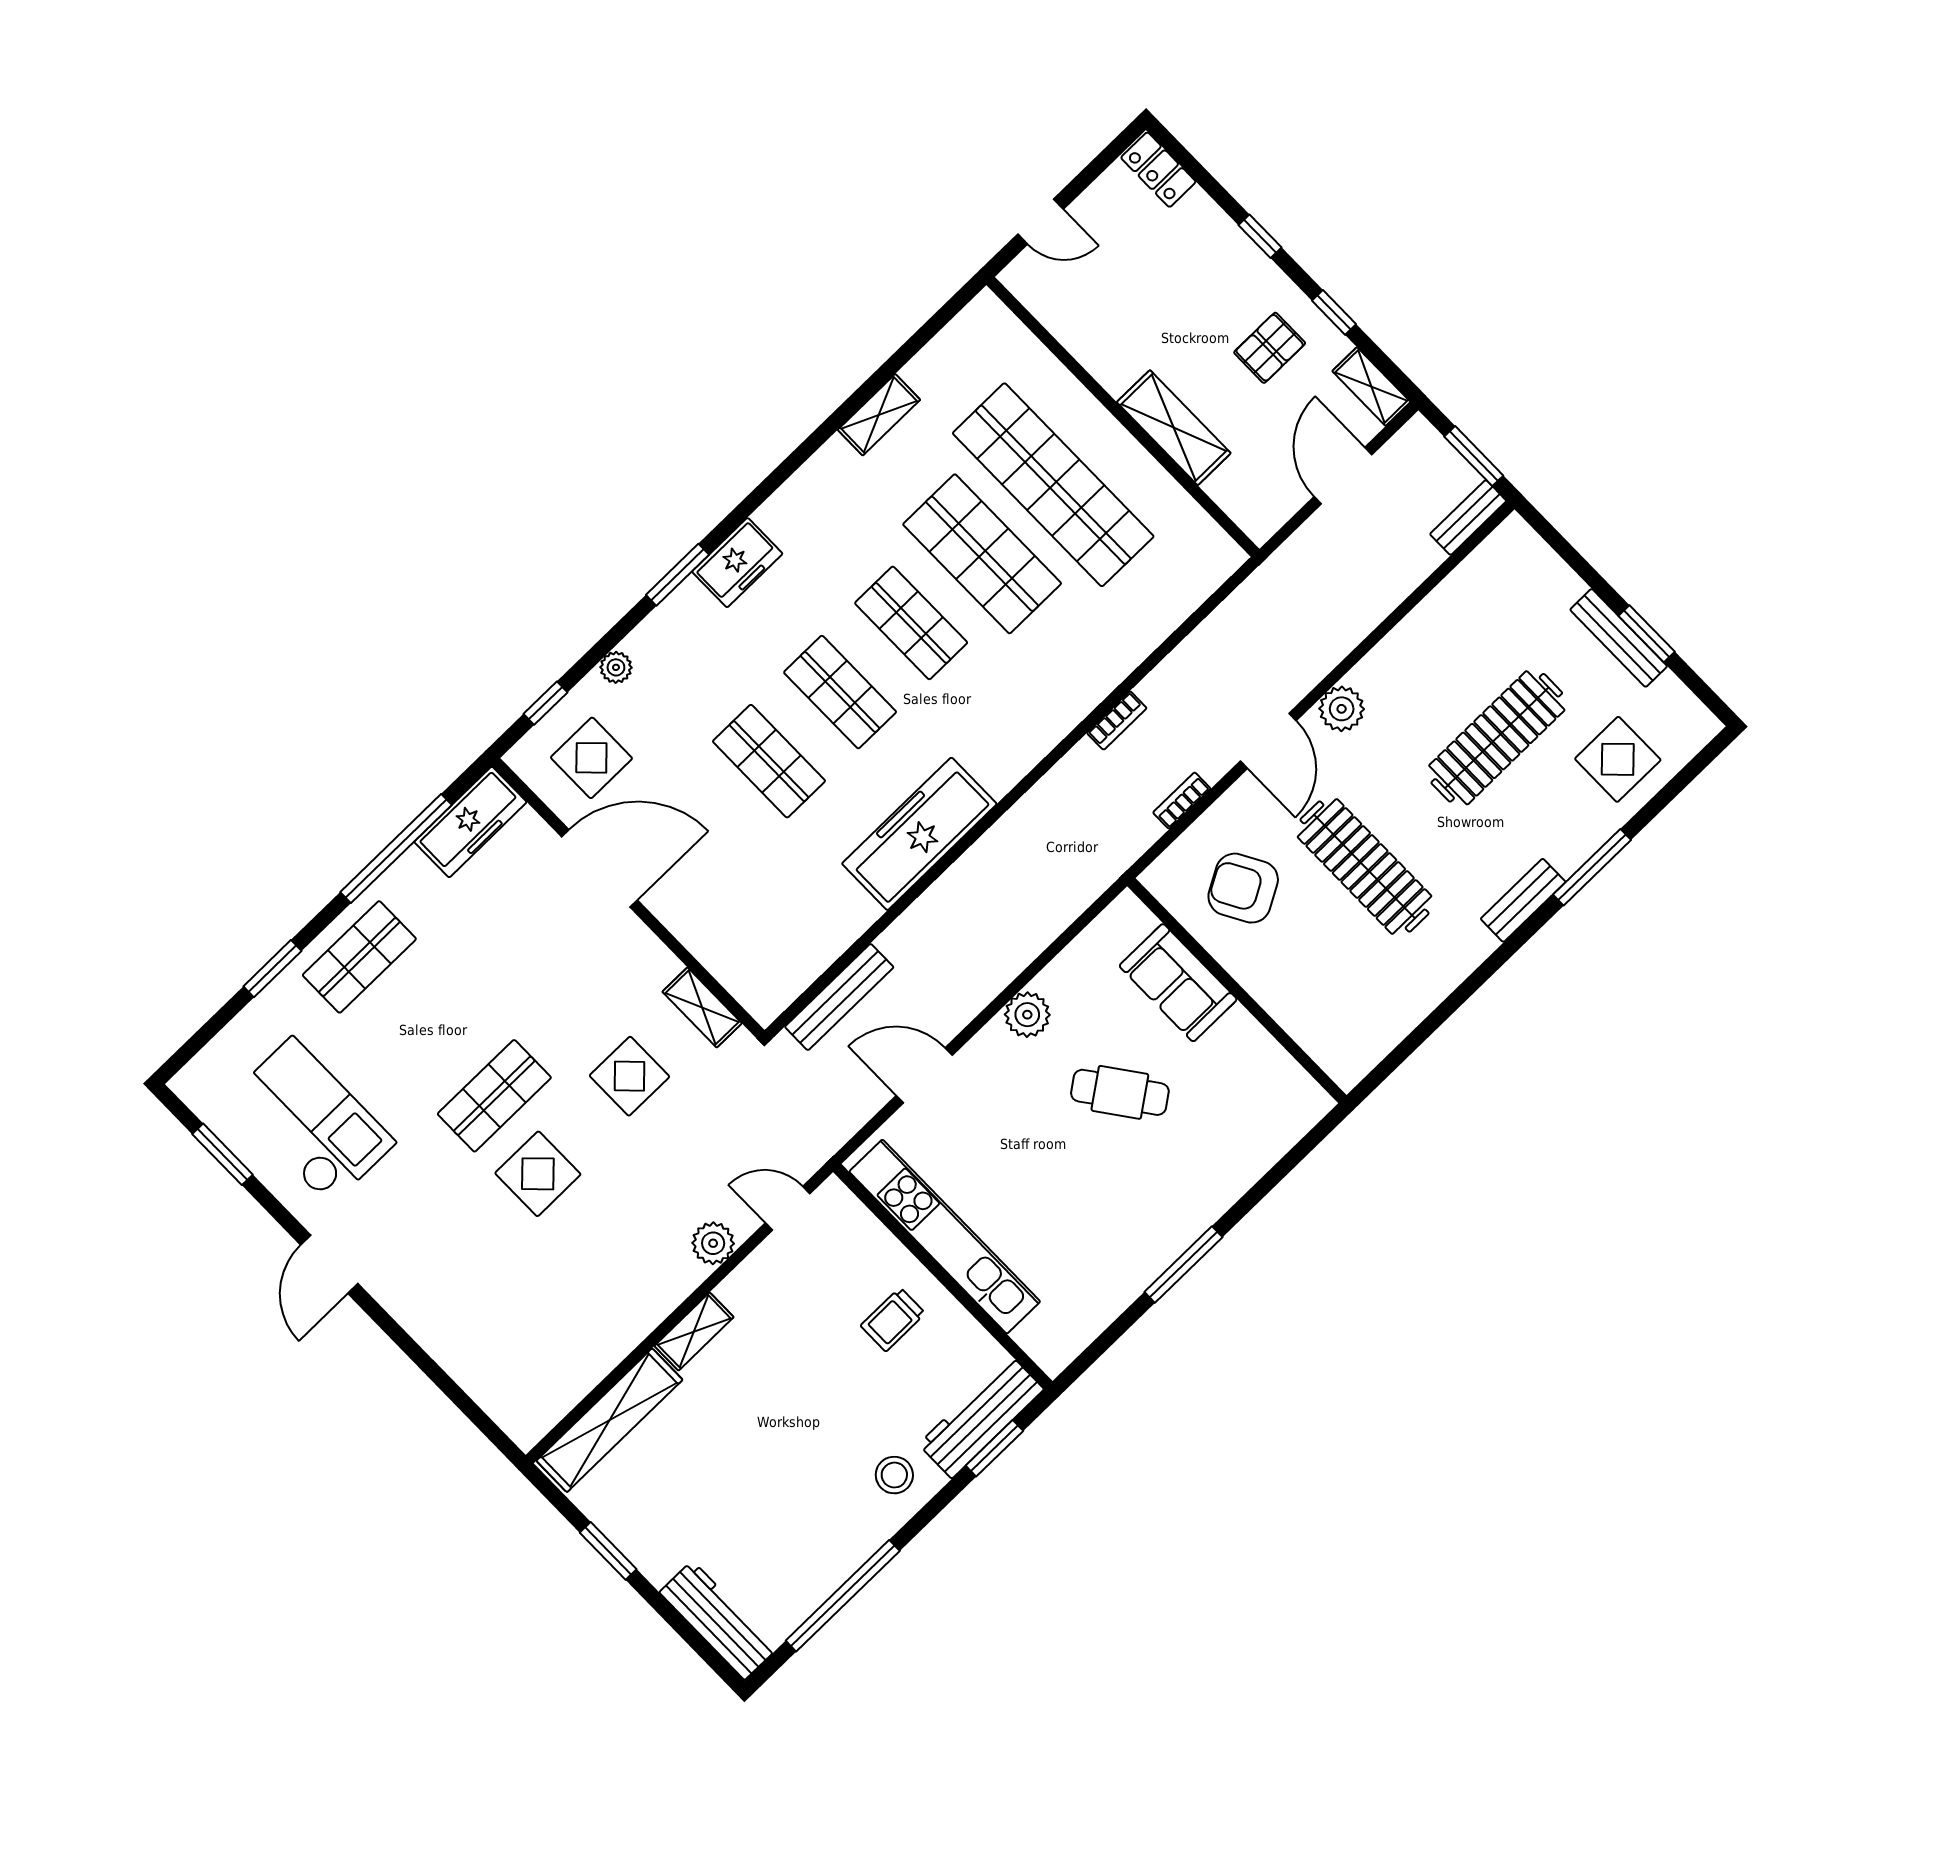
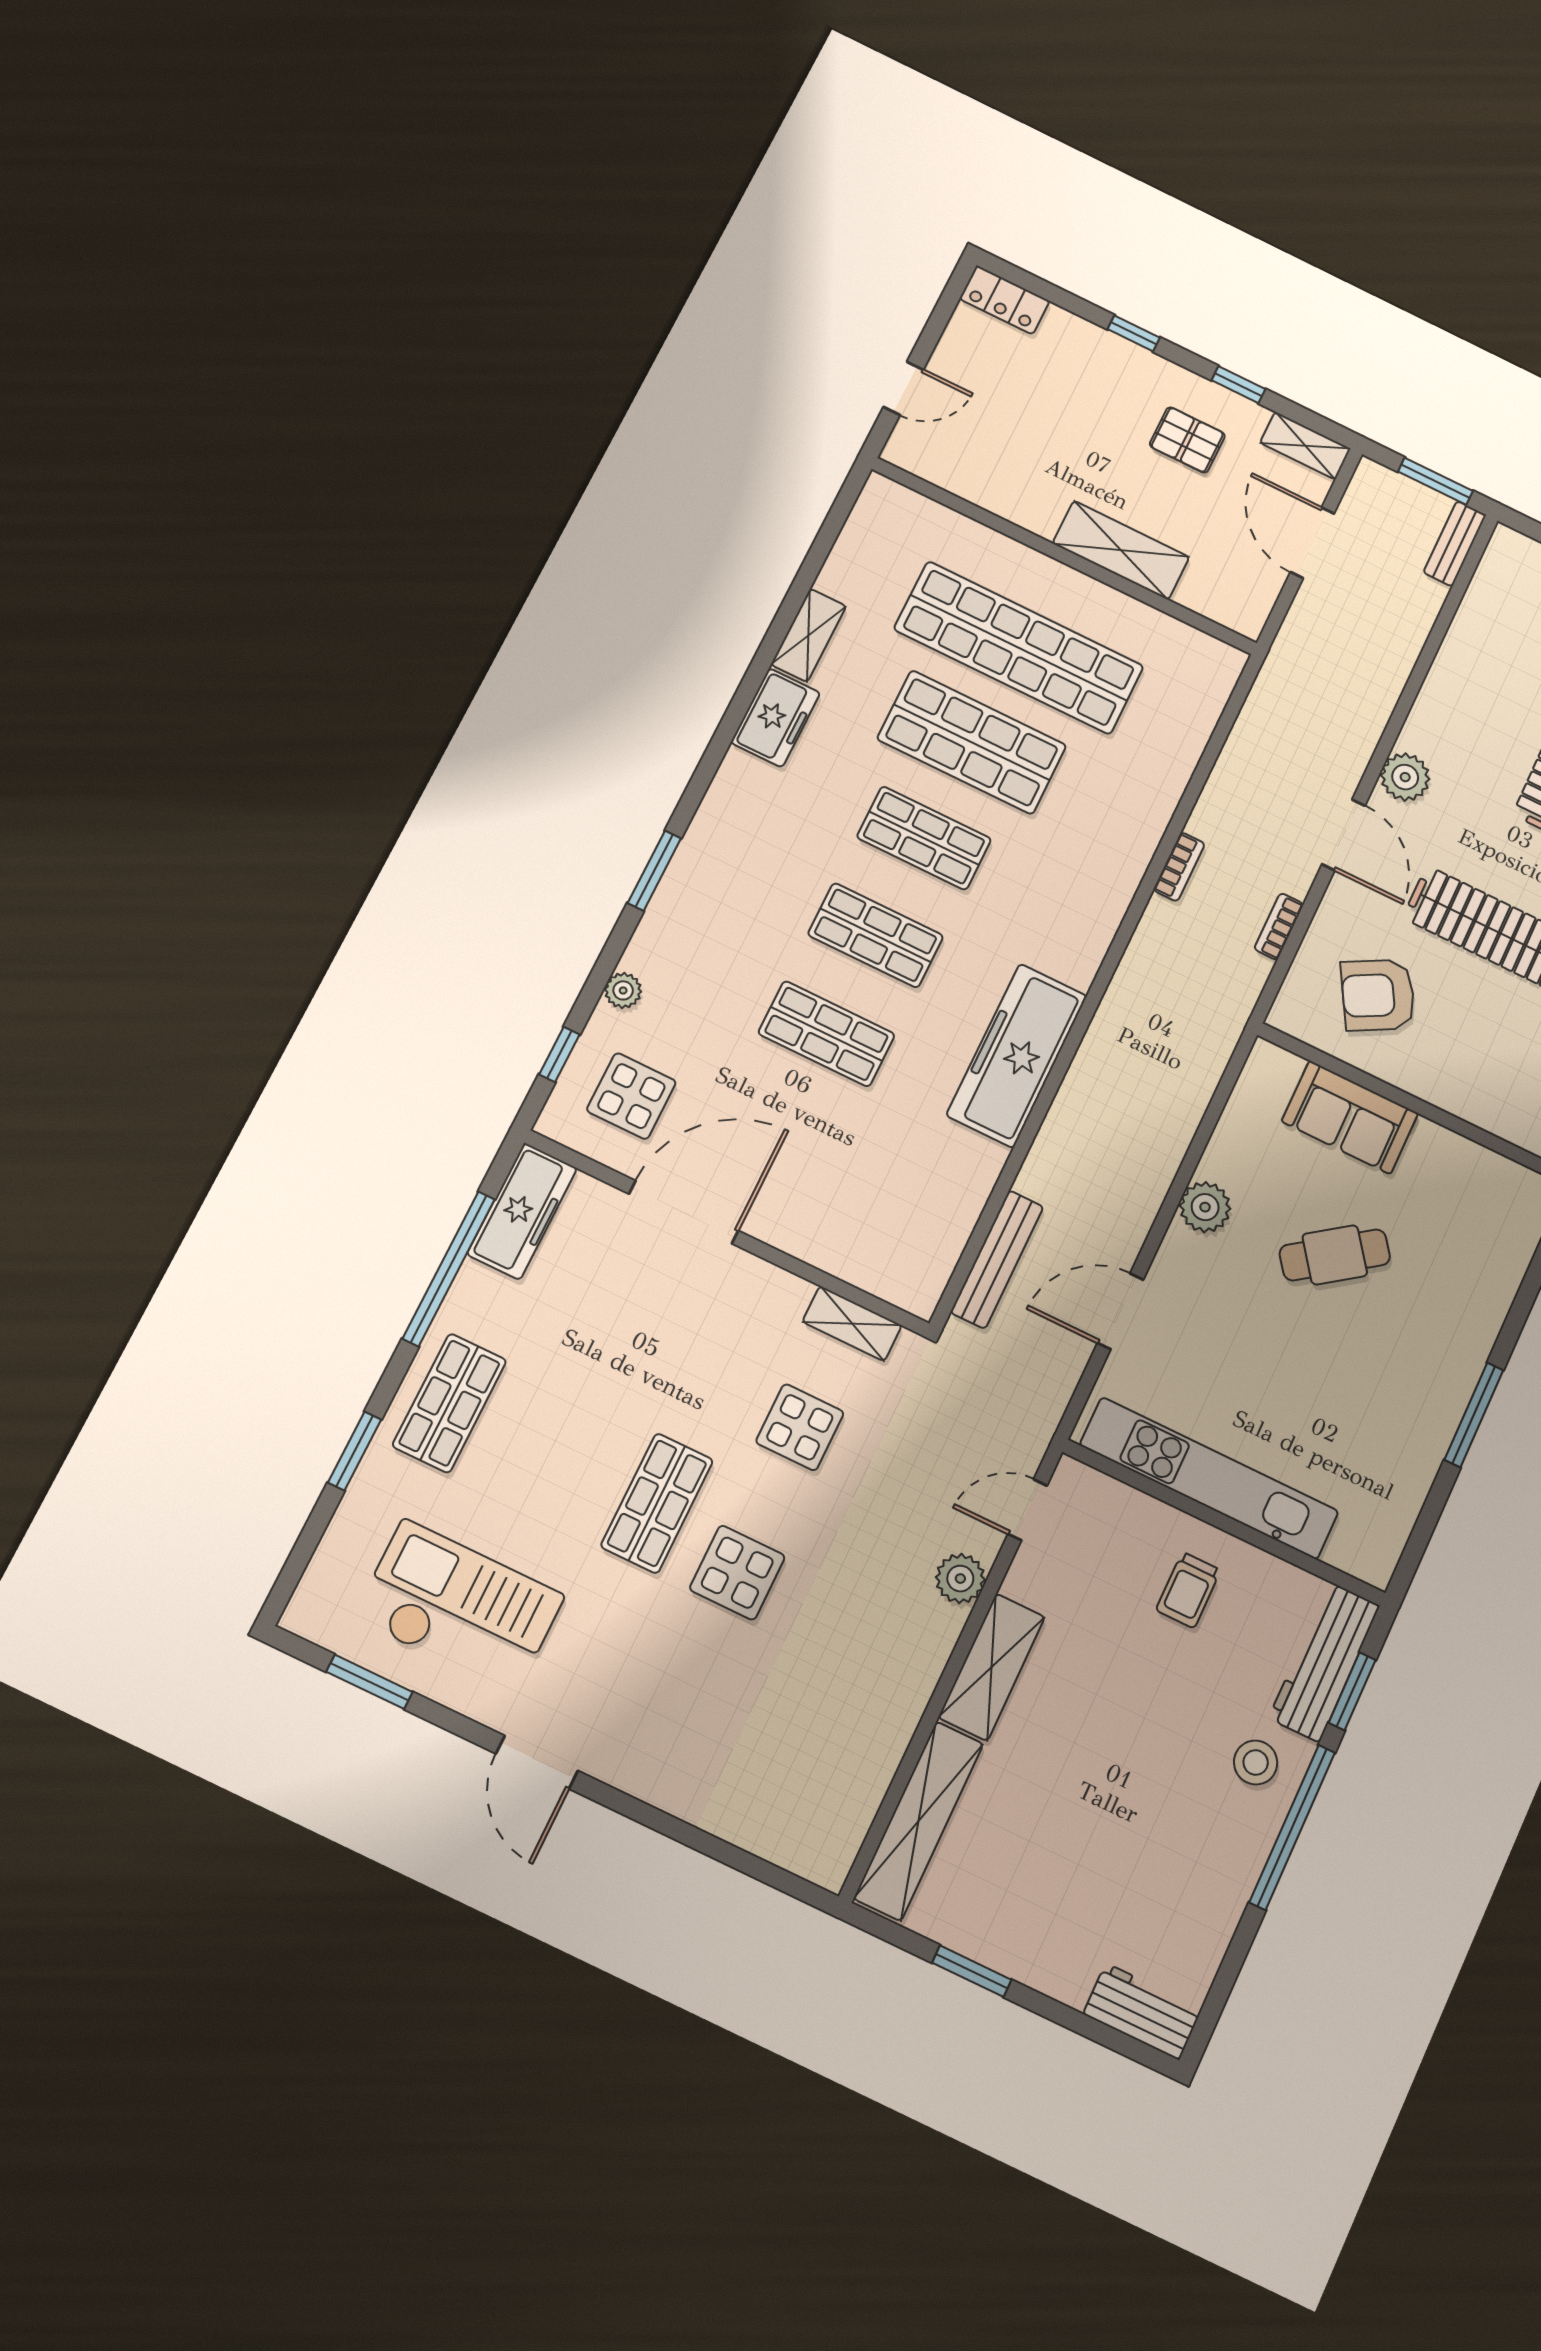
pallet: (1270, 348) -> (1187, 440), turned 90
freezer: (737, 563) -> (776, 718), moved
shelving: (694, 1331) -> (992, 1667), width x1.50, depth x1.33
window: (843, 1596) -> (1292, 1827), moved
workbench: (718, 1620) -> (1143, 2011), width x0.73

